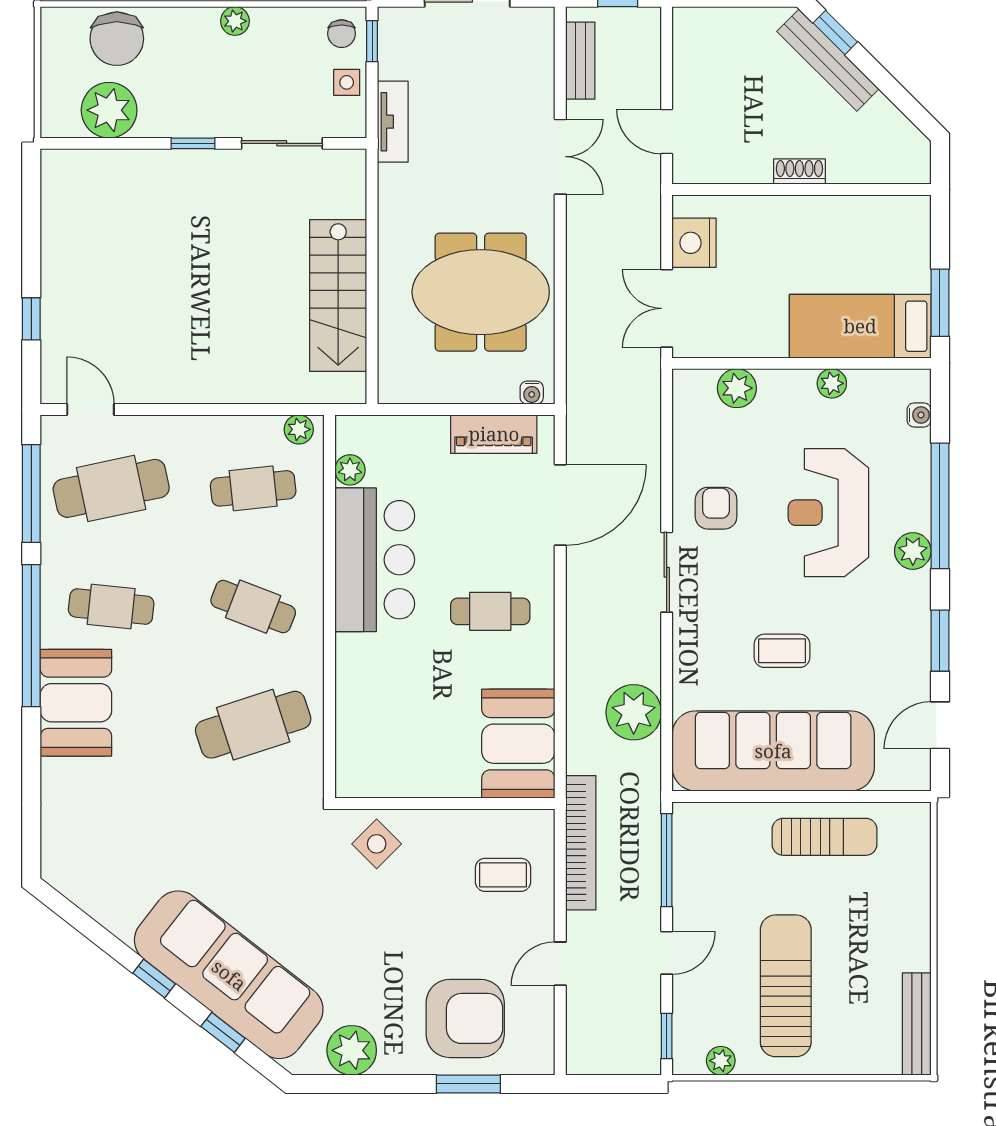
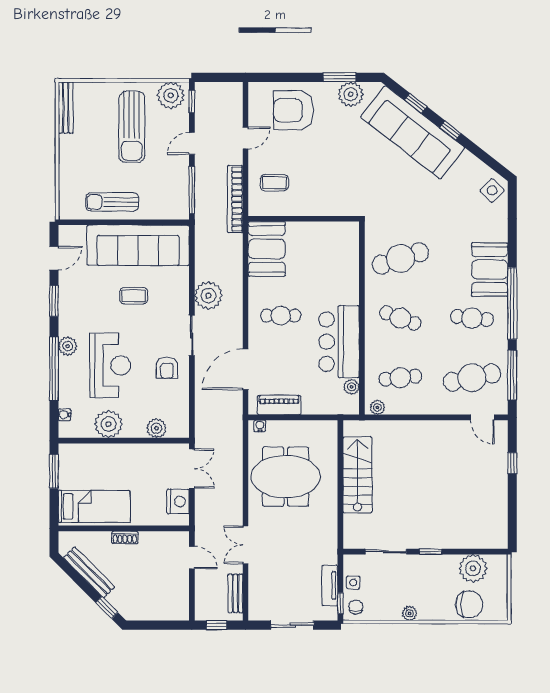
chair: (117, 39) -> (469, 604), turned 90
bench: (828, 60) -> (89, 572), moved
tv unit: (393, 122) -> (330, 585), moved
bed: (860, 326) -> (94, 506), moved
plant: (832, 383) -> (109, 424), width x1.88, depth x1.88
plant: (634, 712) -> (208, 296), moved
side table: (377, 844) -> (492, 190), moved
plant: (721, 1061) -> (171, 95), width x1.87, depth x1.87
window: (468, 1084) -> (339, 77), moved

